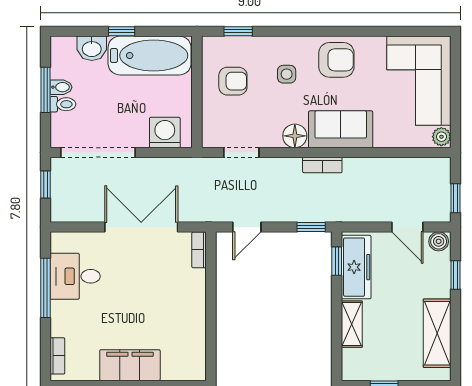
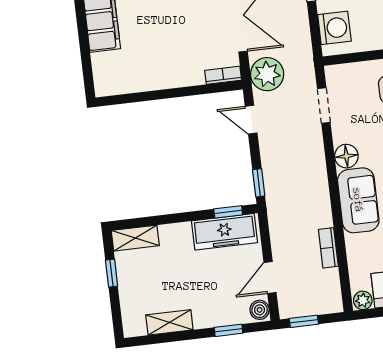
bookcase: (322, 165) -> (328, 248), moved
plant: (203, 206) -> (267, 74), added
shelving: (352, 324) -> (135, 238), moved
shelving: (437, 333) -> (169, 322), width x0.67, depth x0.75

